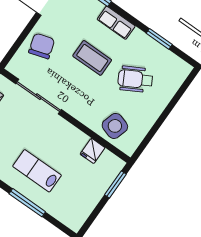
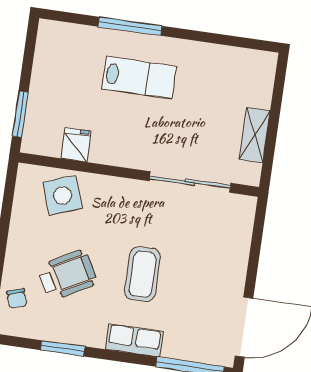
chair: (42, 46) -> (17, 298), moved, width x0.54, depth x0.54
coffee table: (92, 58) -> (143, 274), turned 90
side table: (115, 126) -> (63, 195), turned -37

